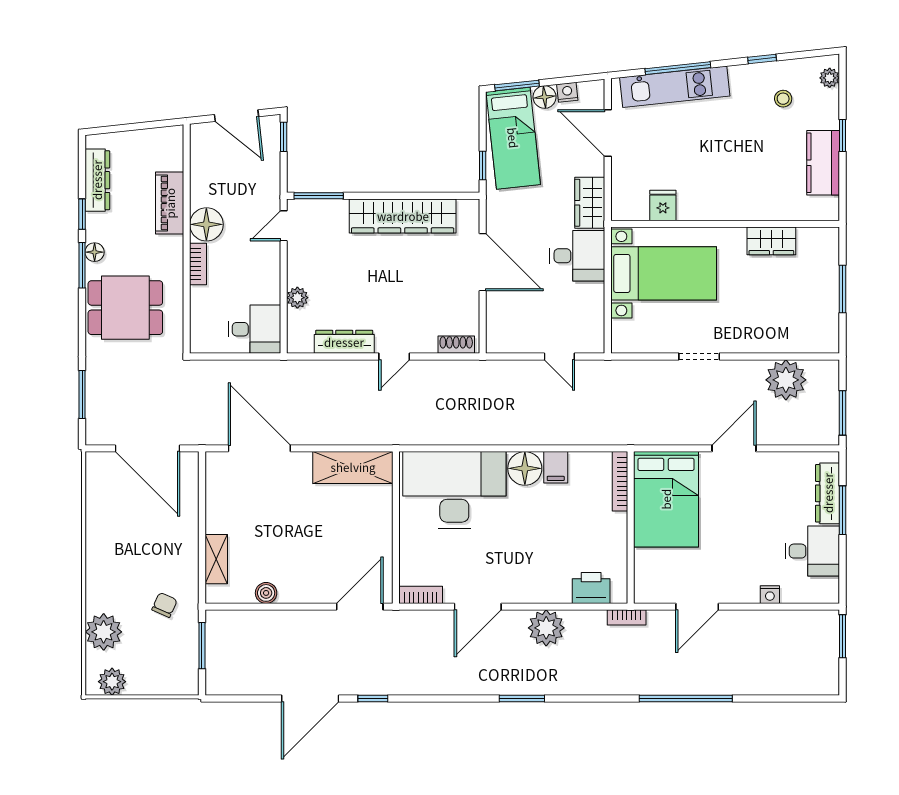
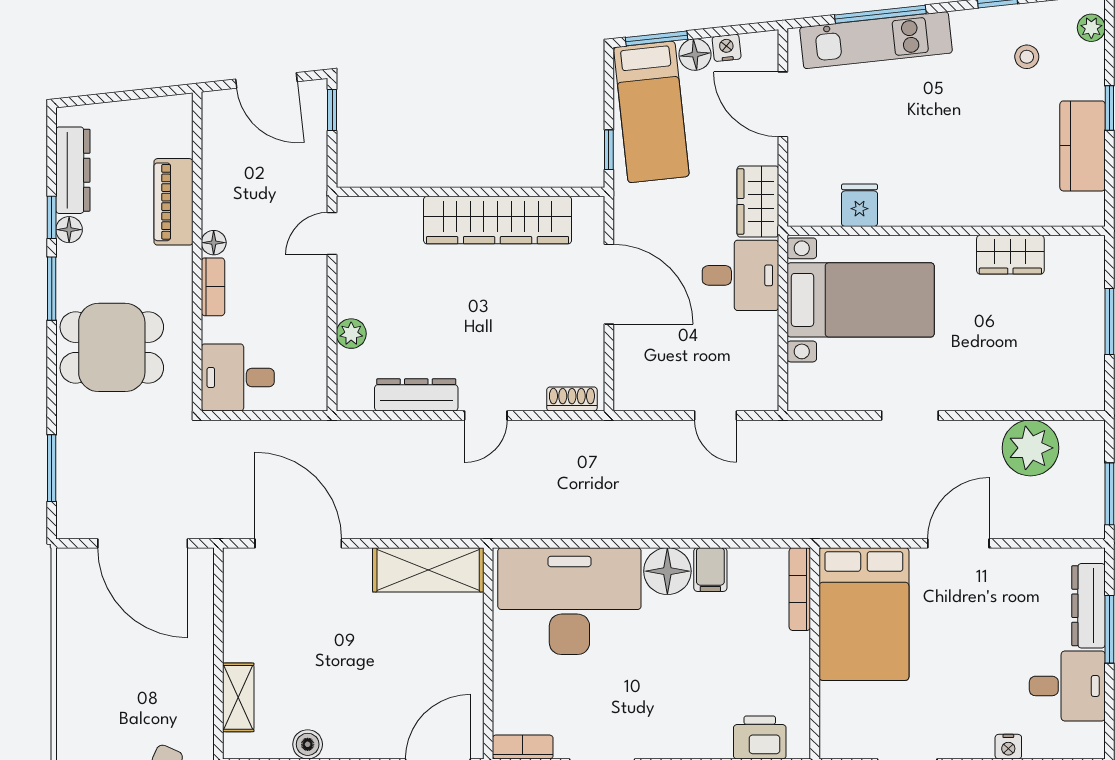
window: (319, 196) -> (381, 192), removed
floor lamp: (206, 224) -> (214, 243), width x0.53, depth x0.53
floor lamp: (95, 252) -> (69, 230), moved
desk: (254, 329) -> (238, 378), moved, turned 180

